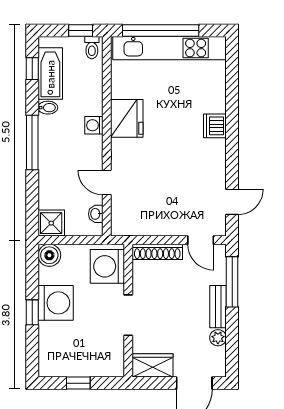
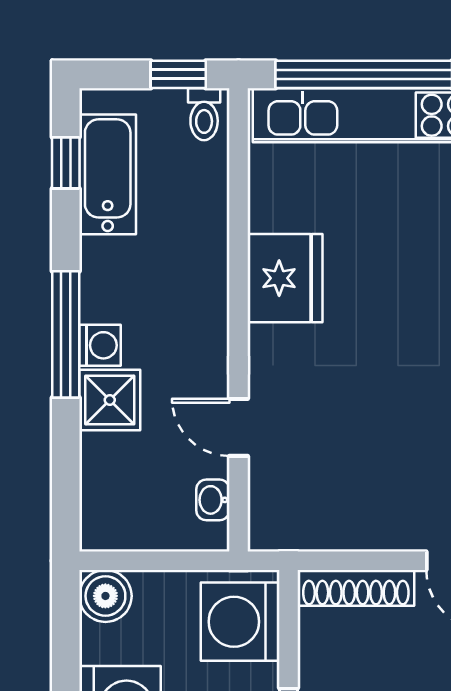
bidet: (48, 108) -> (102, 253), removed
washing machine: (94, 125) -> (100, 345), moved, turned 180
shower: (51, 223) -> (110, 400), moved

